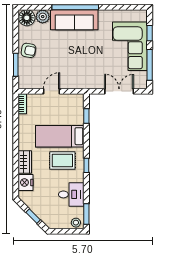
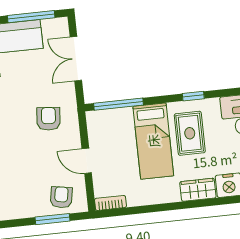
armchair: (28, 50) -> (61, 197), moved
armchair: (82, 69) -> (48, 119), added
window: (86, 116) -> (119, 104), width x2.17

